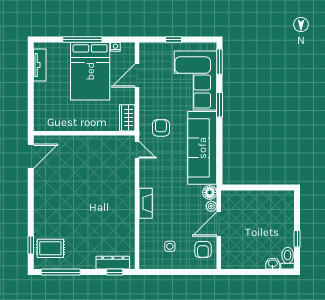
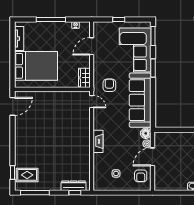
bed: (90, 71) -> (36, 66), moved, turned -90

